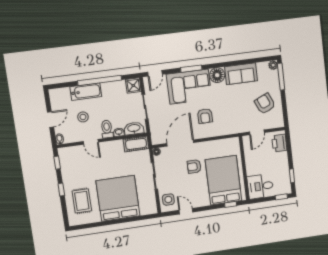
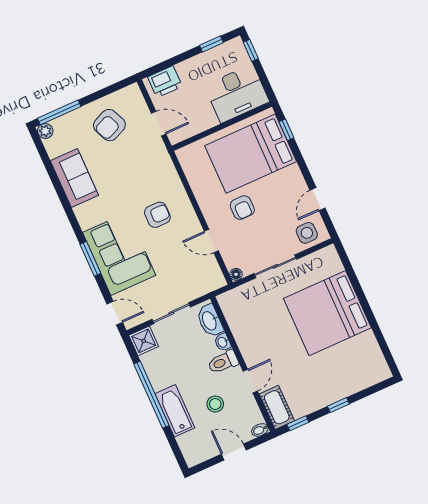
floor lamp: (217, 75) -> (88, 215), removed
door: (180, 143) -> (211, 241), width x0.53
cot: (136, 144) -> (277, 407), moved
desk: (260, 186) -> (237, 94), width x1.37
rug: (82, 201) -> (347, 368), removed

